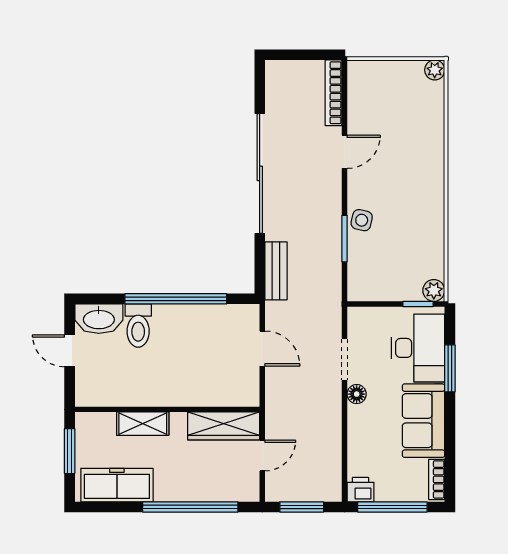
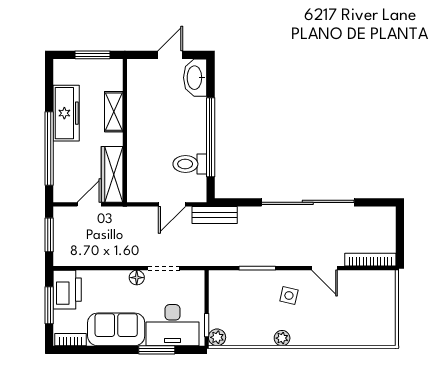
plant: (435, 70) -> (282, 338), moved
side table: (362, 220) -> (289, 295), moved
bench: (276, 271) -> (215, 215), moved
toilet: (138, 326) -> (190, 164), moved
door: (262, 456) -> (89, 204), swing flipped
freezer: (117, 485) -> (66, 113), moved
printer: (361, 490) -> (67, 290), width x1.87, depth x1.48
window: (392, 507) -> (49, 305), width x0.69

